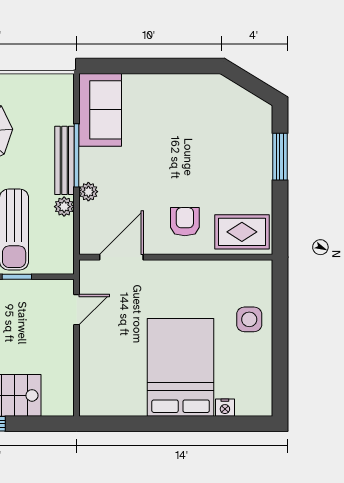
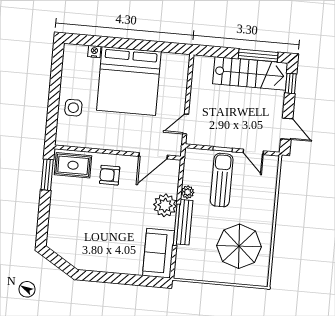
window: (280, 157) -> (47, 175), moved
plant: (88, 192) -> (165, 205), width x1.88, depth x1.88
armchair: (185, 222) -> (110, 175), turned 90
bed: (181, 367) -> (129, 81), width x1.36

